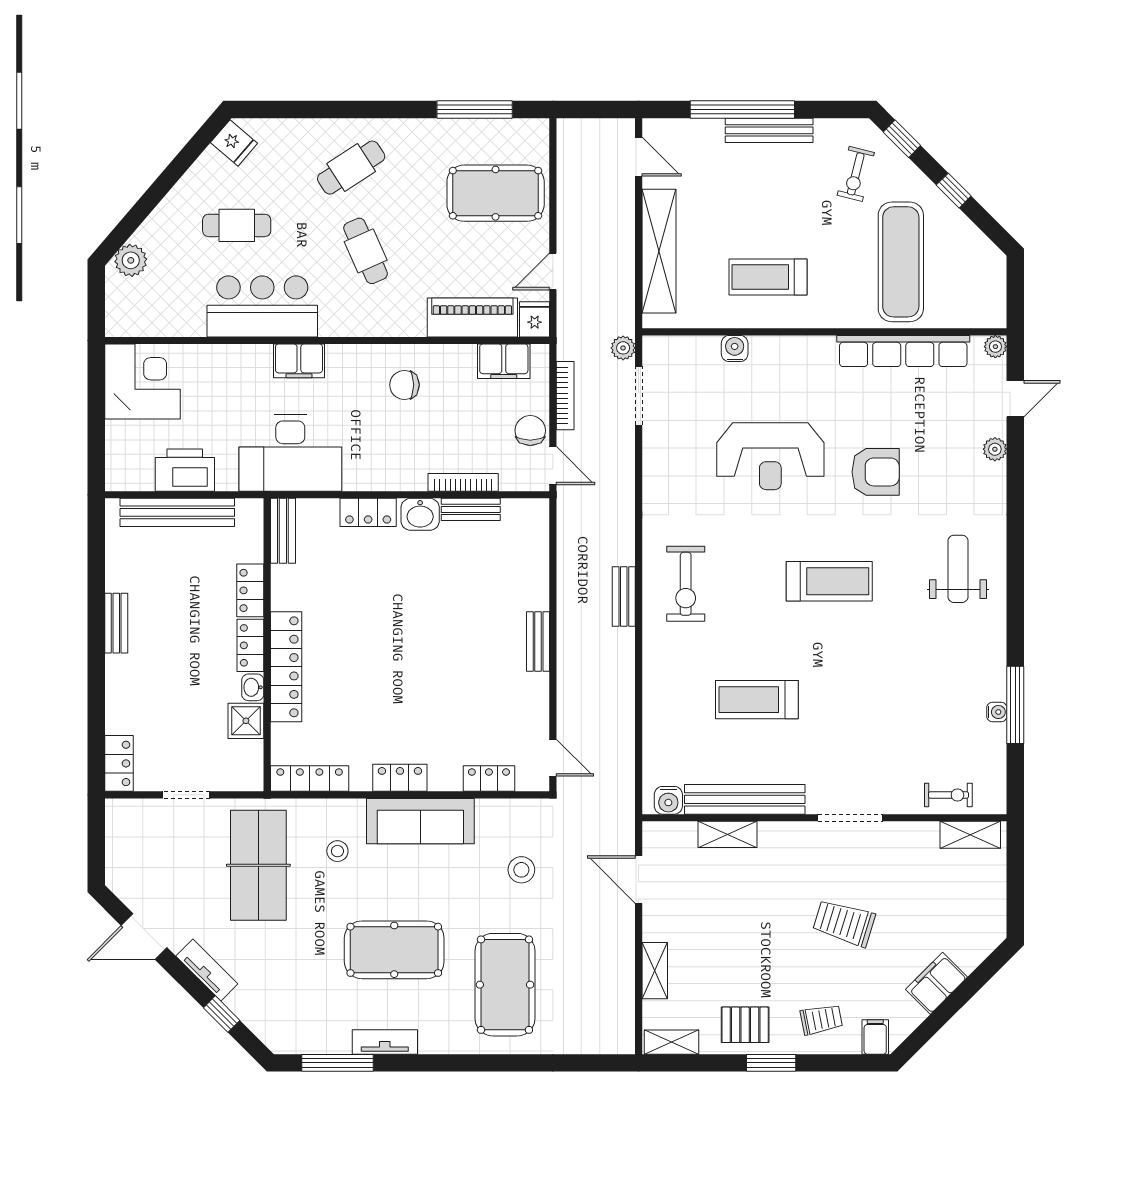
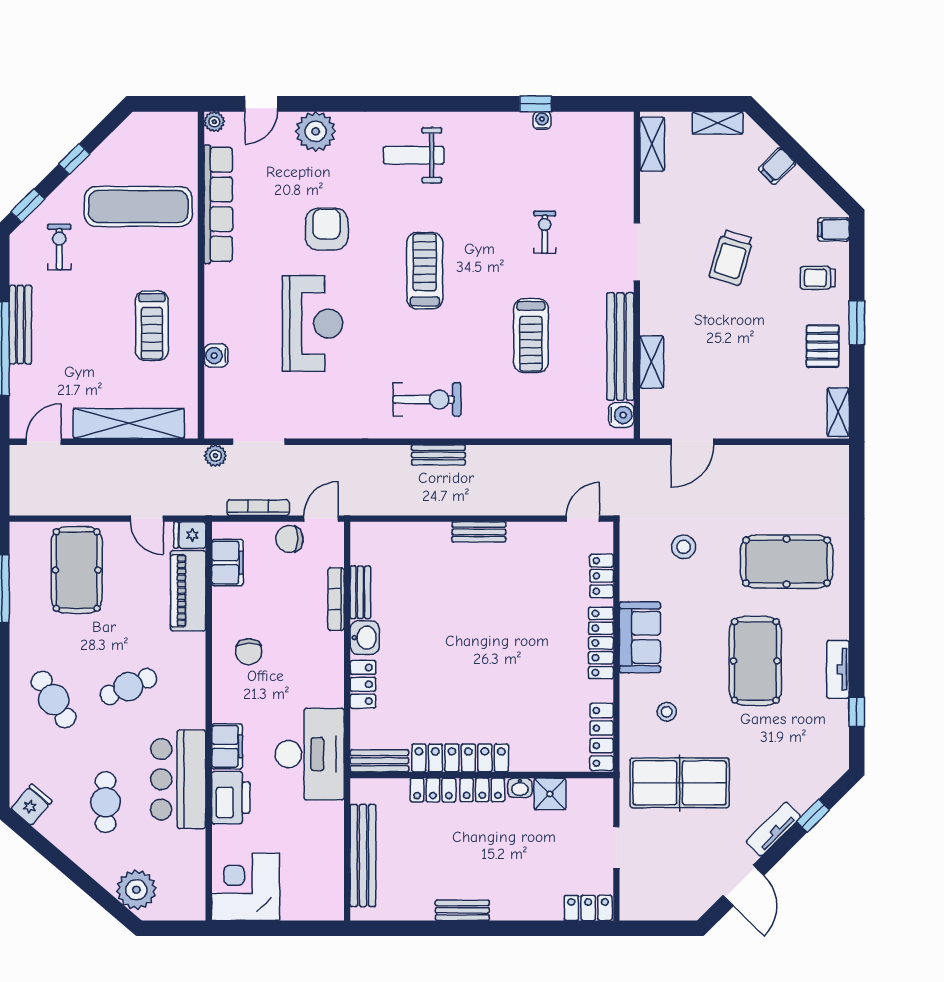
exercise bike: (856, 174) -> (59, 247), turned -104
plant: (131, 260) -> (136, 890), width x1.36, depth x1.36
door: (1015, 399) -> (261, 104), swing flipped
plant: (995, 449) -> (316, 131), width x1.88, depth x1.88
printer: (185, 470) -> (231, 798), moved, turned 180
locker: (286, 667) -> (460, 758), moved
window: (1015, 705) -> (536, 104), width x0.46
locker: (400, 778) -> (601, 643), width x1.53
exercise bike: (948, 795) -> (545, 232), moved
sofa: (420, 821) -> (640, 637), width x0.73
shelving: (655, 971) -> (718, 123), moved
filing cabinet: (936, 983) -> (777, 166), width x0.50
trolley: (821, 1019) -> (818, 278), turned -79
window: (337, 1063) -> (857, 712), width x0.46

